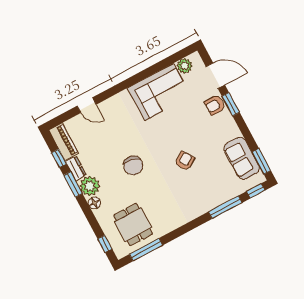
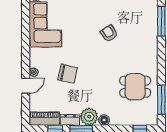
plant: (105, 106) -> (34, 72), added
chair: (133, 165) -> (68, 74), moved
dining table: (133, 224) -> (135, 87), moved

